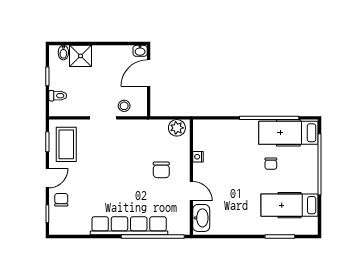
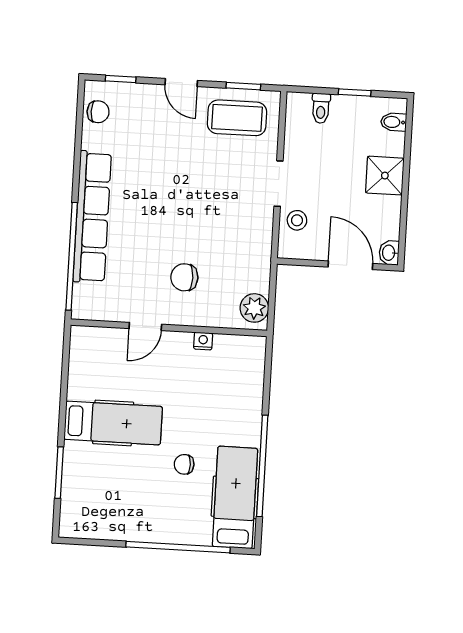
shower: (80, 56) -> (385, 176), moved
chair: (61, 200) -> (98, 112), moved
hospital bed: (290, 205) -> (113, 423), moved, turned 90
washbasin: (201, 218) -> (99, 341), removed

